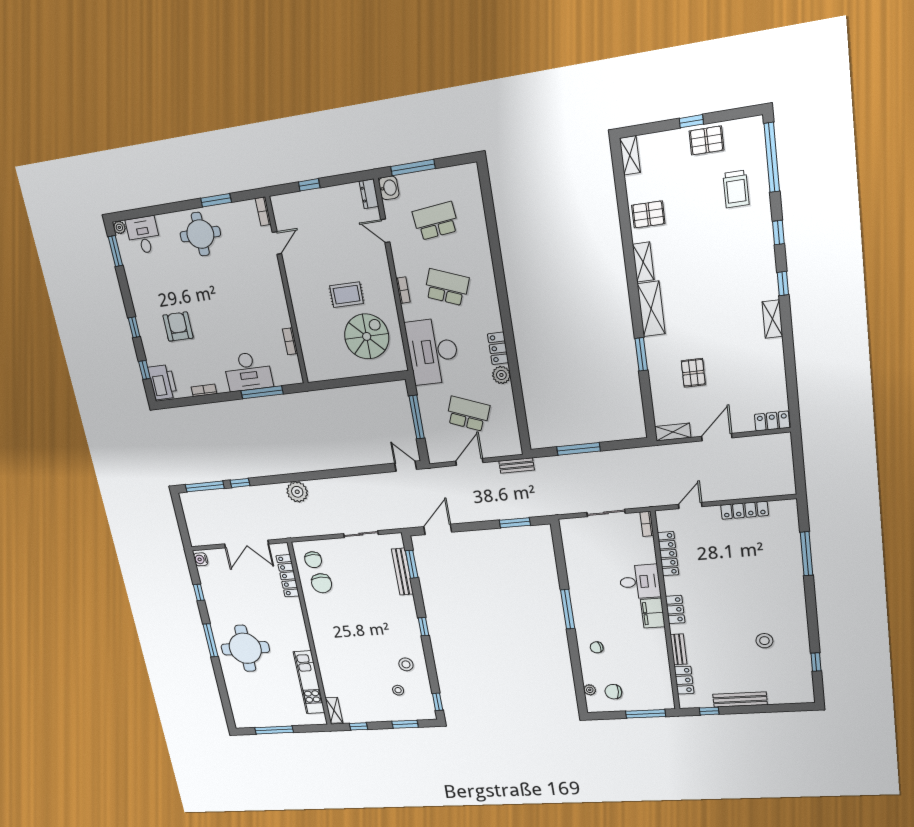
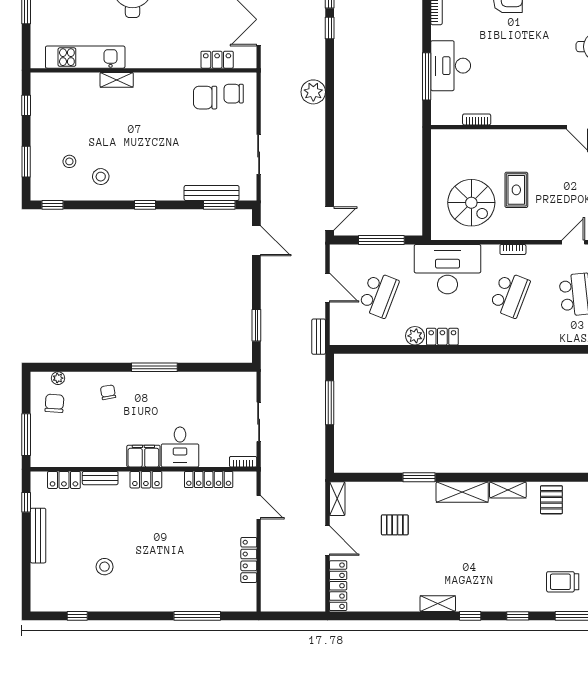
locker: (772, 421) -> (338, 586), width x1.53
locker: (288, 576) -> (217, 60), width x0.66
shelving: (334, 710) -> (117, 80), moved

